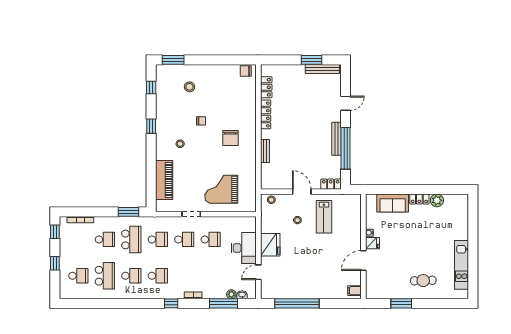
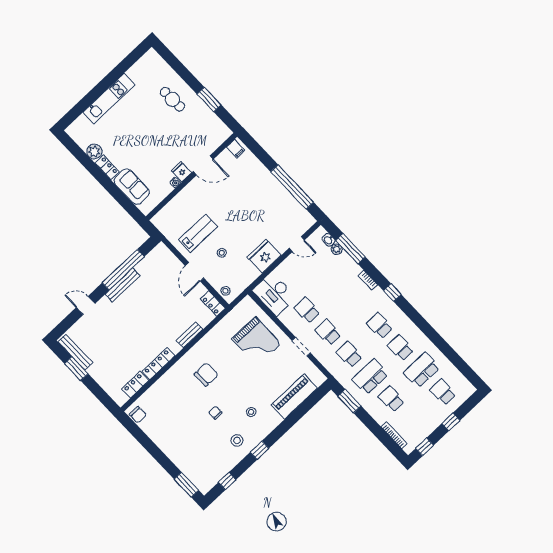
stool: (189, 87) -> (237, 440), moved
locker: (331, 184) -> (213, 304), moved
desk: (244, 248) -> (274, 294), moved, turned -90
kitchen unit: (462, 265) -> (109, 98), moved

